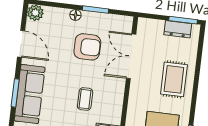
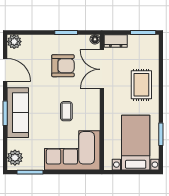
floor lamp: (75, 15) -> (95, 39), moved
dresser: (178, 29) -> (116, 41), moved

